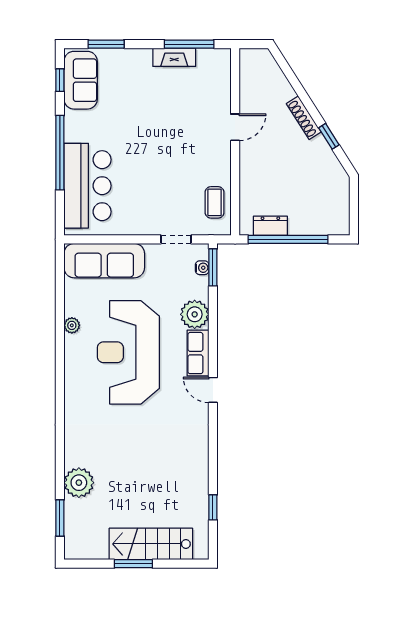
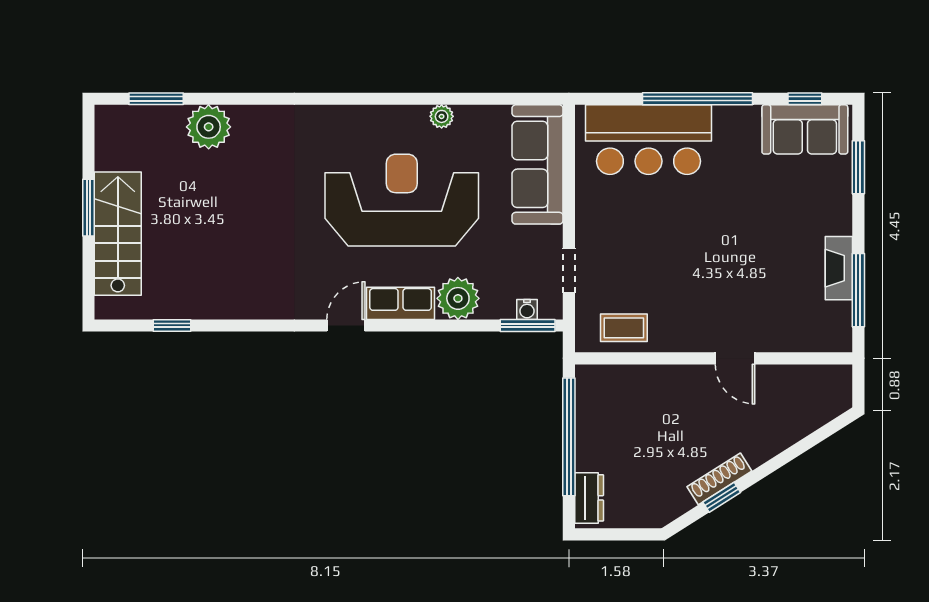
shoe rack: (304, 118) -> (719, 479), moved
dresser: (270, 226) -> (589, 498), moved

